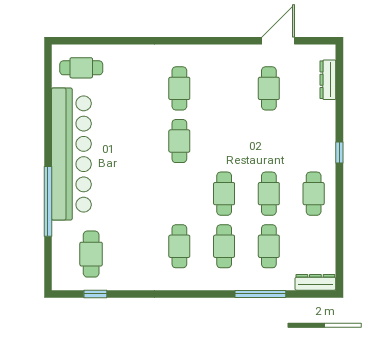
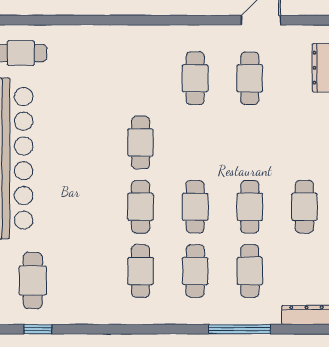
cafe table: (179, 88) -> (195, 78), moved
cafe table: (179, 194) -> (140, 207), added

